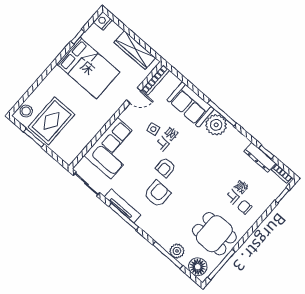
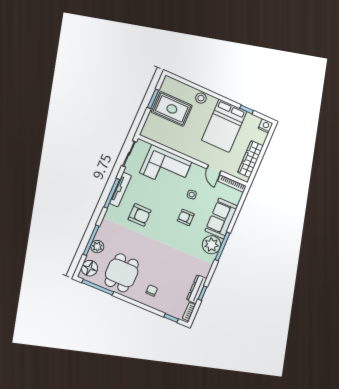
stool: (26, 111) -> (201, 98), moved
armchair: (165, 168) -> (186, 217), moved

